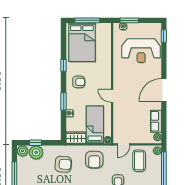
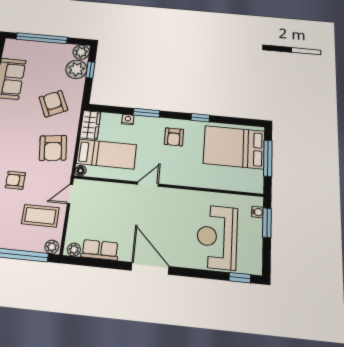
door: (124, 144) -> (70, 194), hinge flipped
armchair: (94, 160) -> (53, 148), turned -97
armchair: (63, 164) -> (53, 104), turned 151

